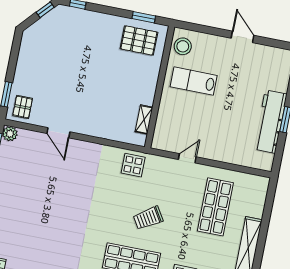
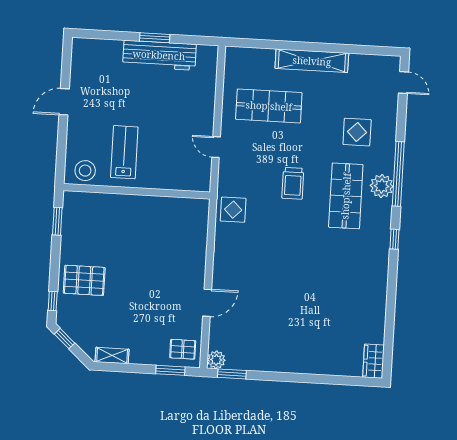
pallet: (139, 40) -> (84, 280), moved, turned 90
lab bench: (194, 81) -> (124, 152), turned 180
shelving: (144, 120) -> (112, 356), moved
trolley: (148, 218) -> (293, 183), turned 32

